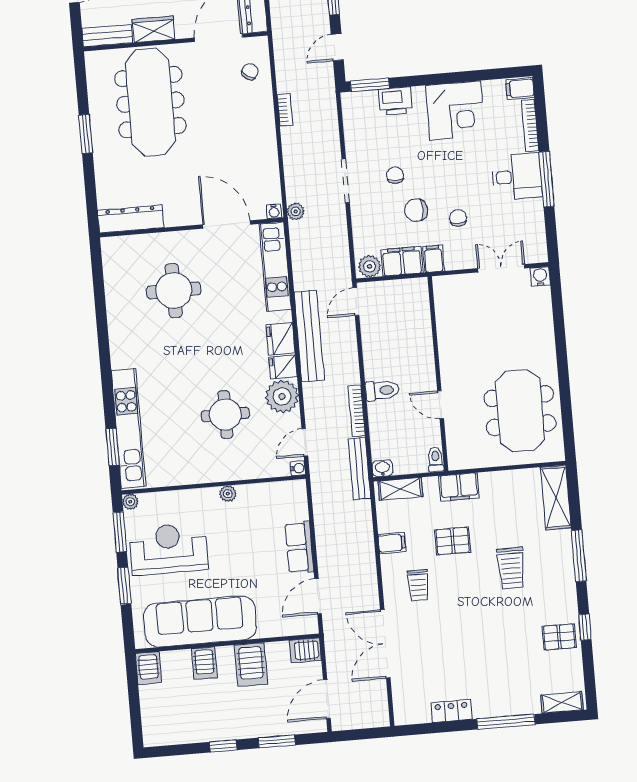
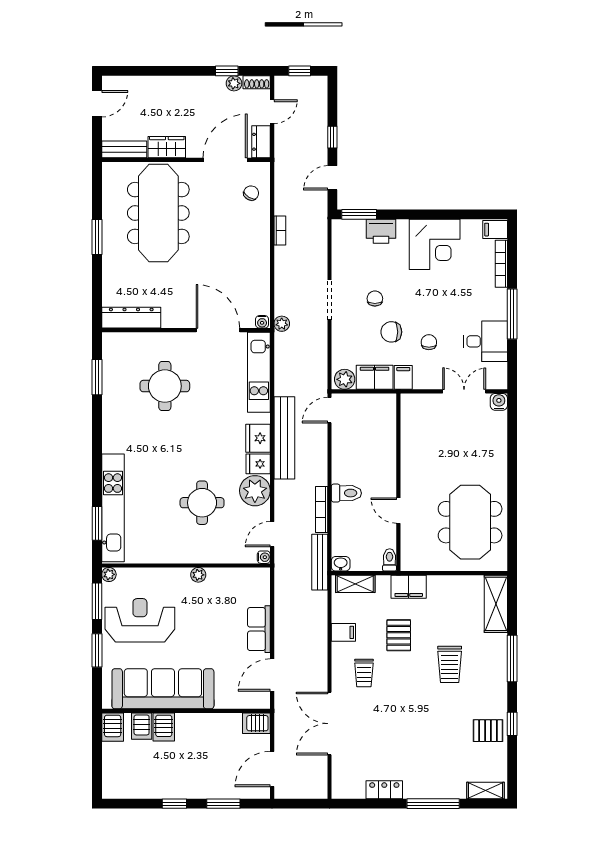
desk: (517, 177) -> (485, 341), moved
window: (99, 287) -> (97, 377), added
pallet: (453, 541) -> (399, 635), turned 90
server rack: (251, 665) -> (142, 726), moved, width x0.73, depth x0.70

